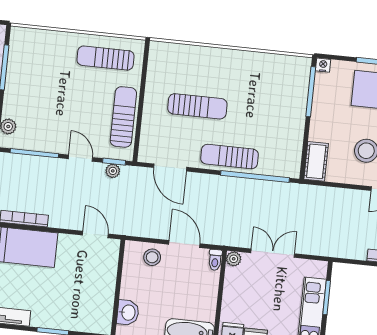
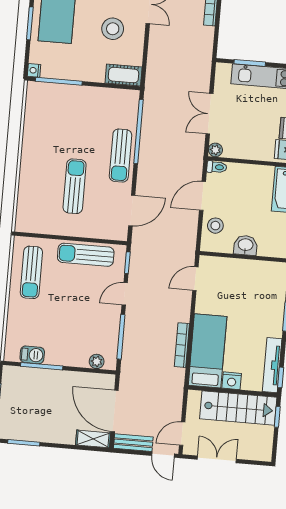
barbecue: (17, 57) -> (32, 355), added
plant: (113, 171) -> (136, 264), removed
washbasin: (128, 313) -> (245, 245), moved

